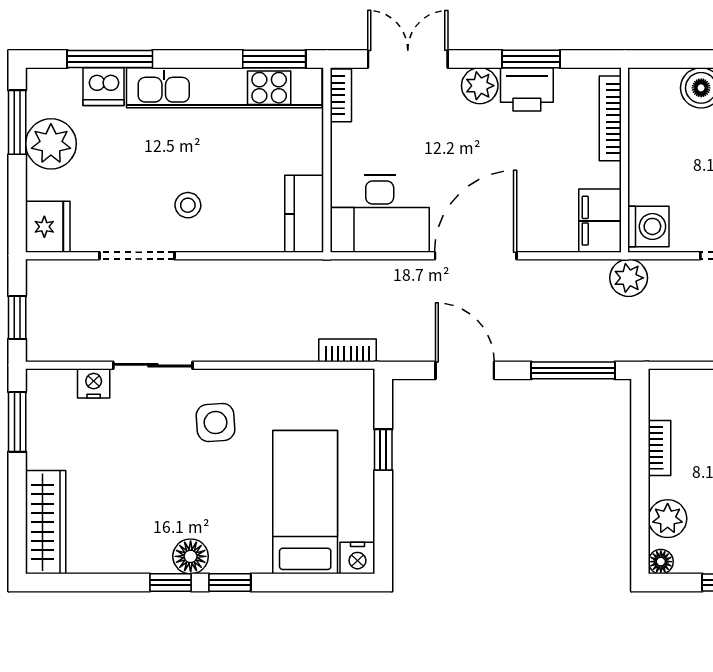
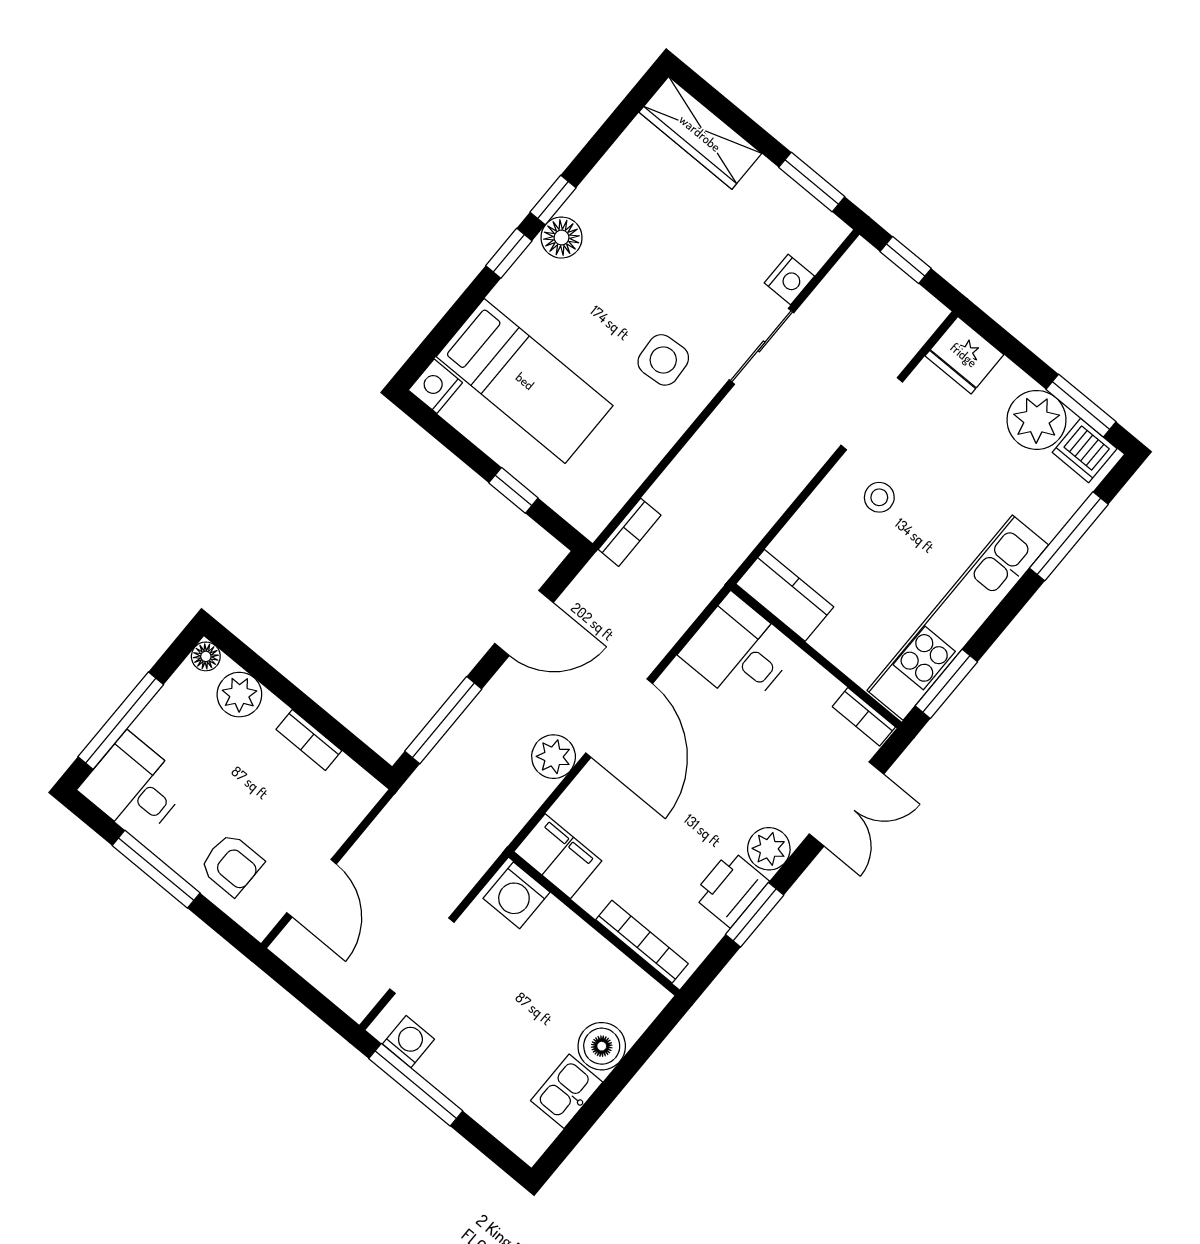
dishwasher: (104, 87) -> (1085, 450), moved, turned -90
desk: (380, 213) -> (739, 651), width x0.73
plant: (629, 278) -> (554, 757), moved

